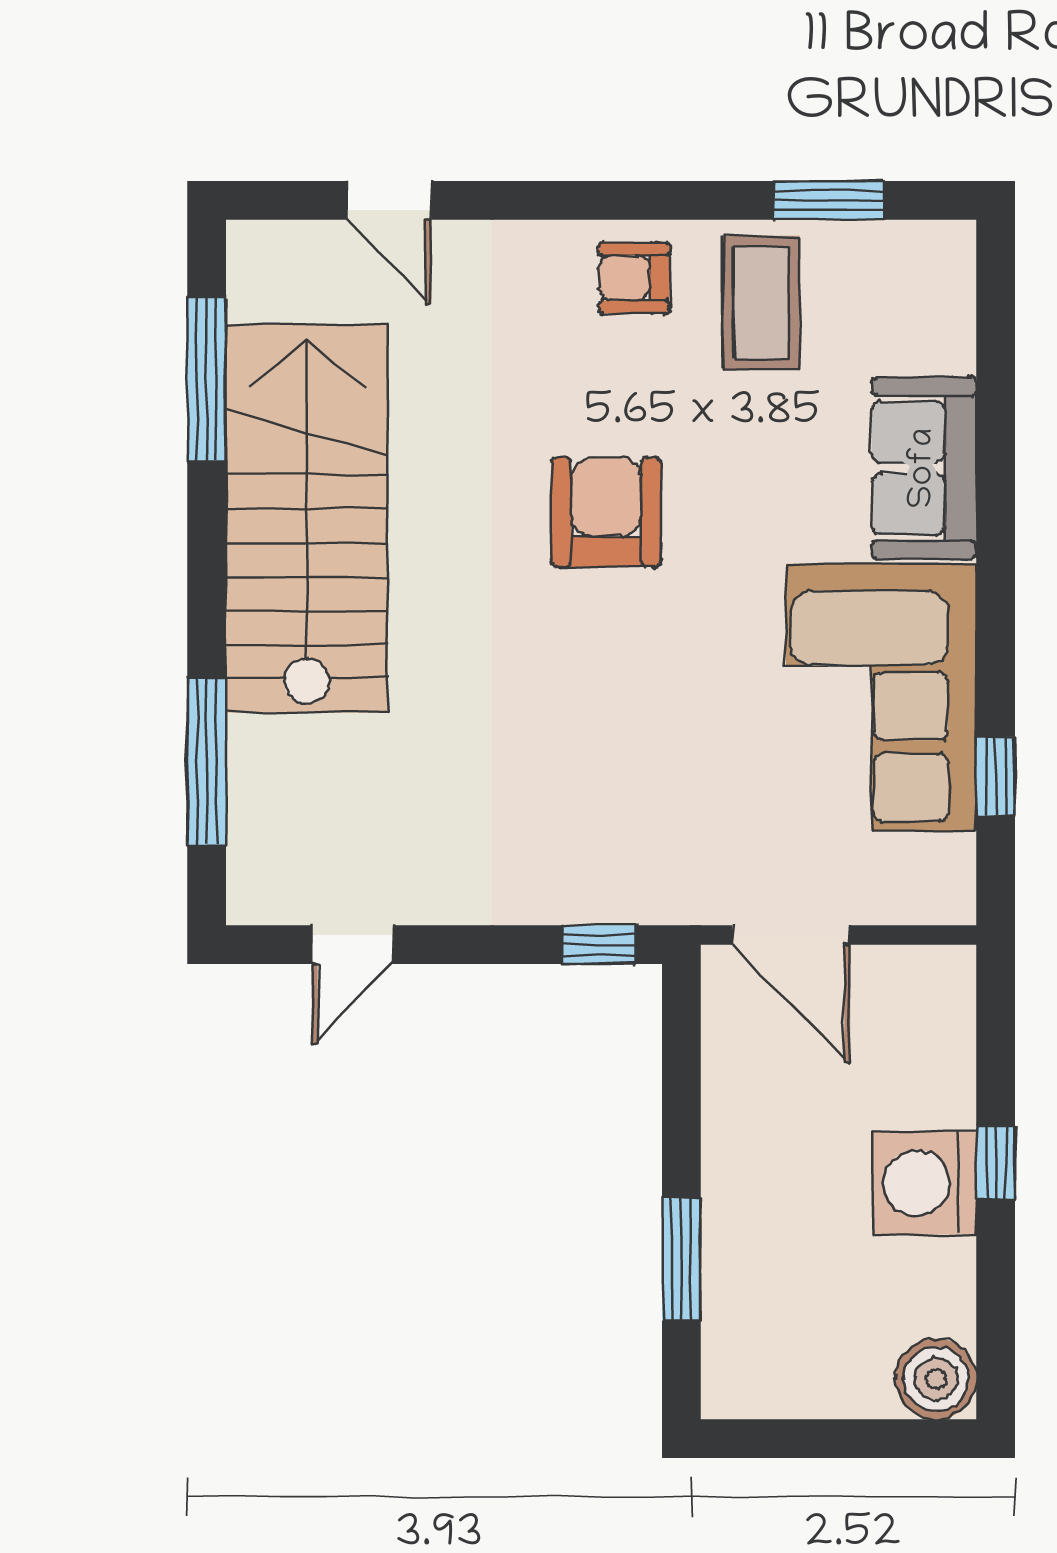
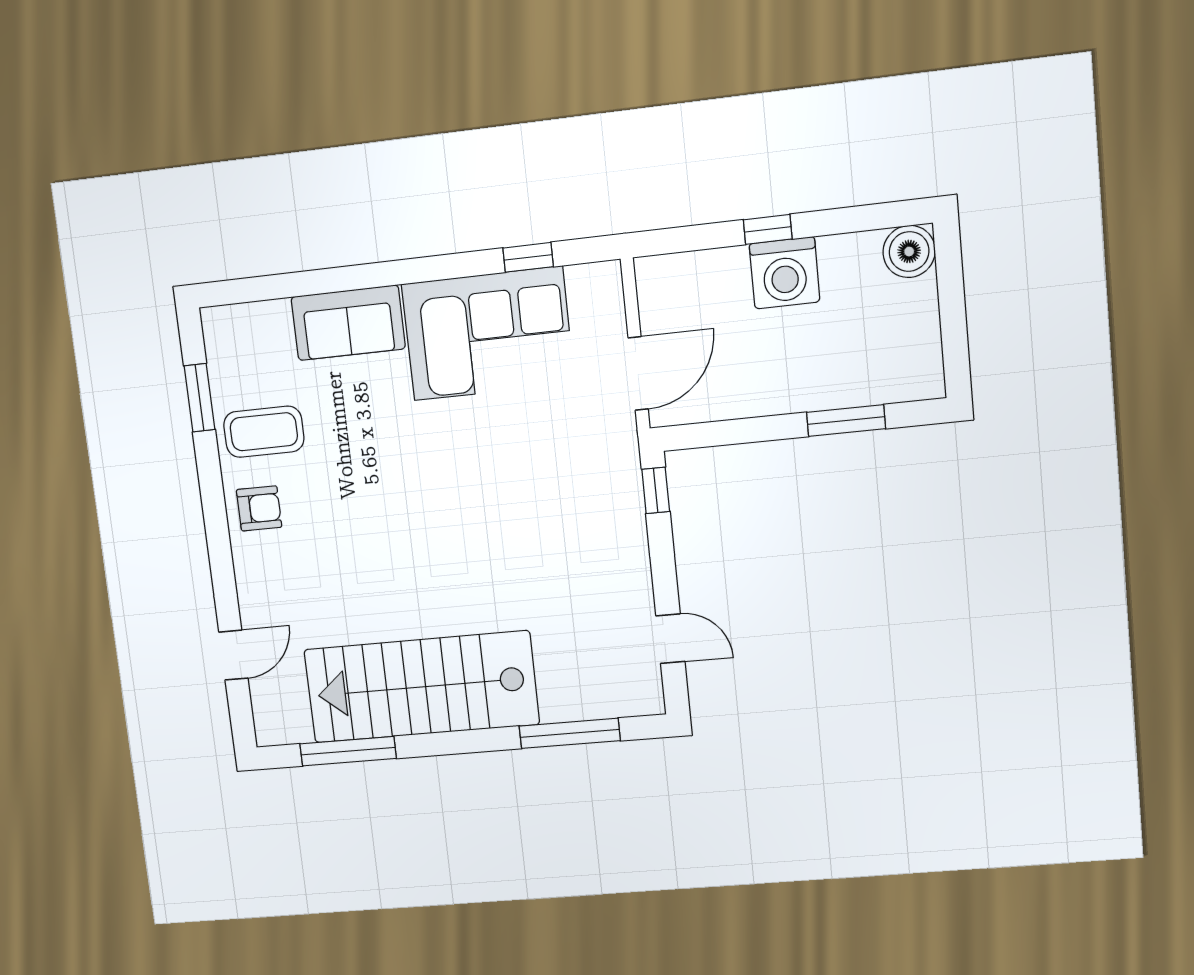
armchair: (634, 278) -> (259, 508), turned -90
armchair: (606, 512) -> (397, 512), removed

